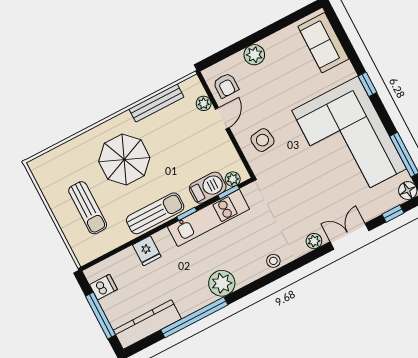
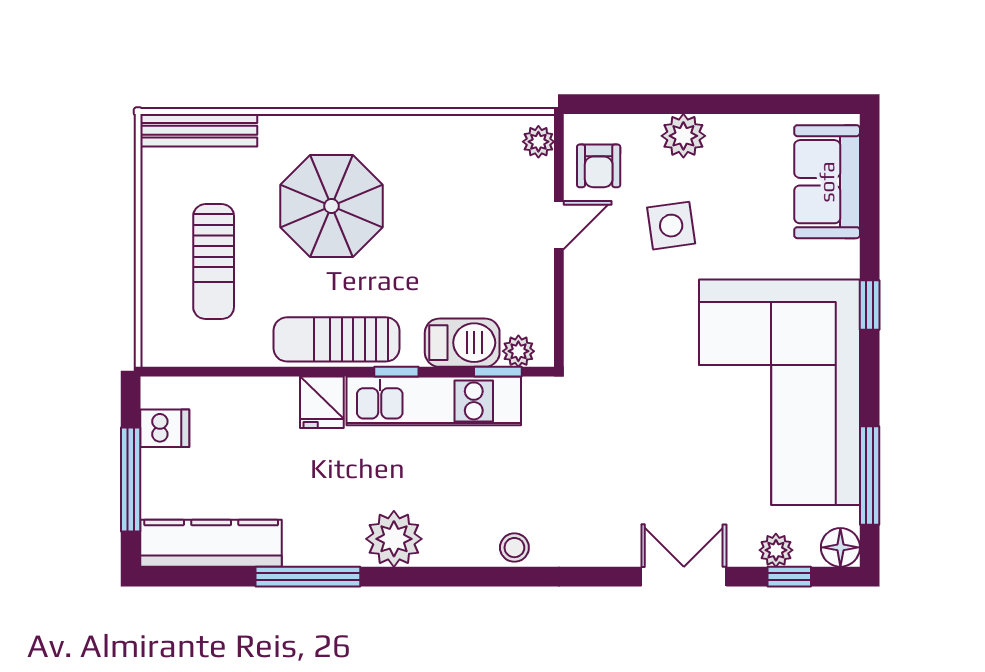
bench: (156, 103) -> (199, 130), moved
plant: (204, 103) -> (538, 142), moved
side table: (262, 140) -> (671, 226), moved
sun lounger: (155, 213) -> (336, 339), turned 180
plant: (314, 241) -> (776, 550), moved
fridge: (147, 251) -> (322, 402), moved
window: (194, 317) -> (308, 577), width x0.68

